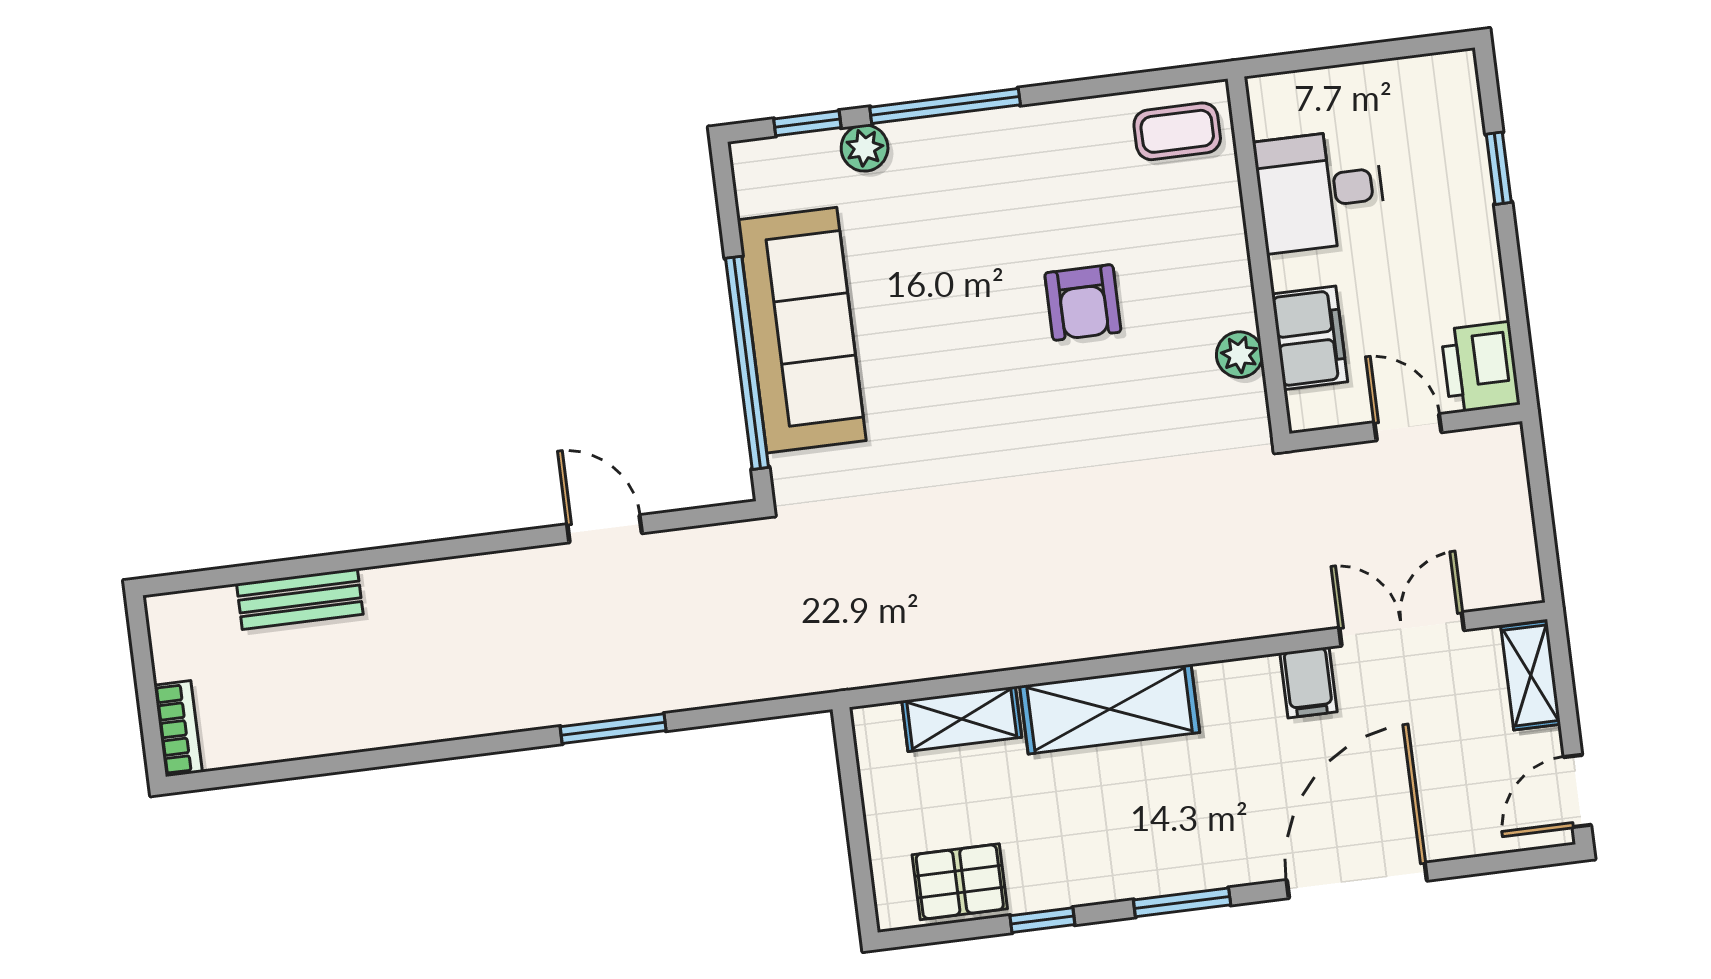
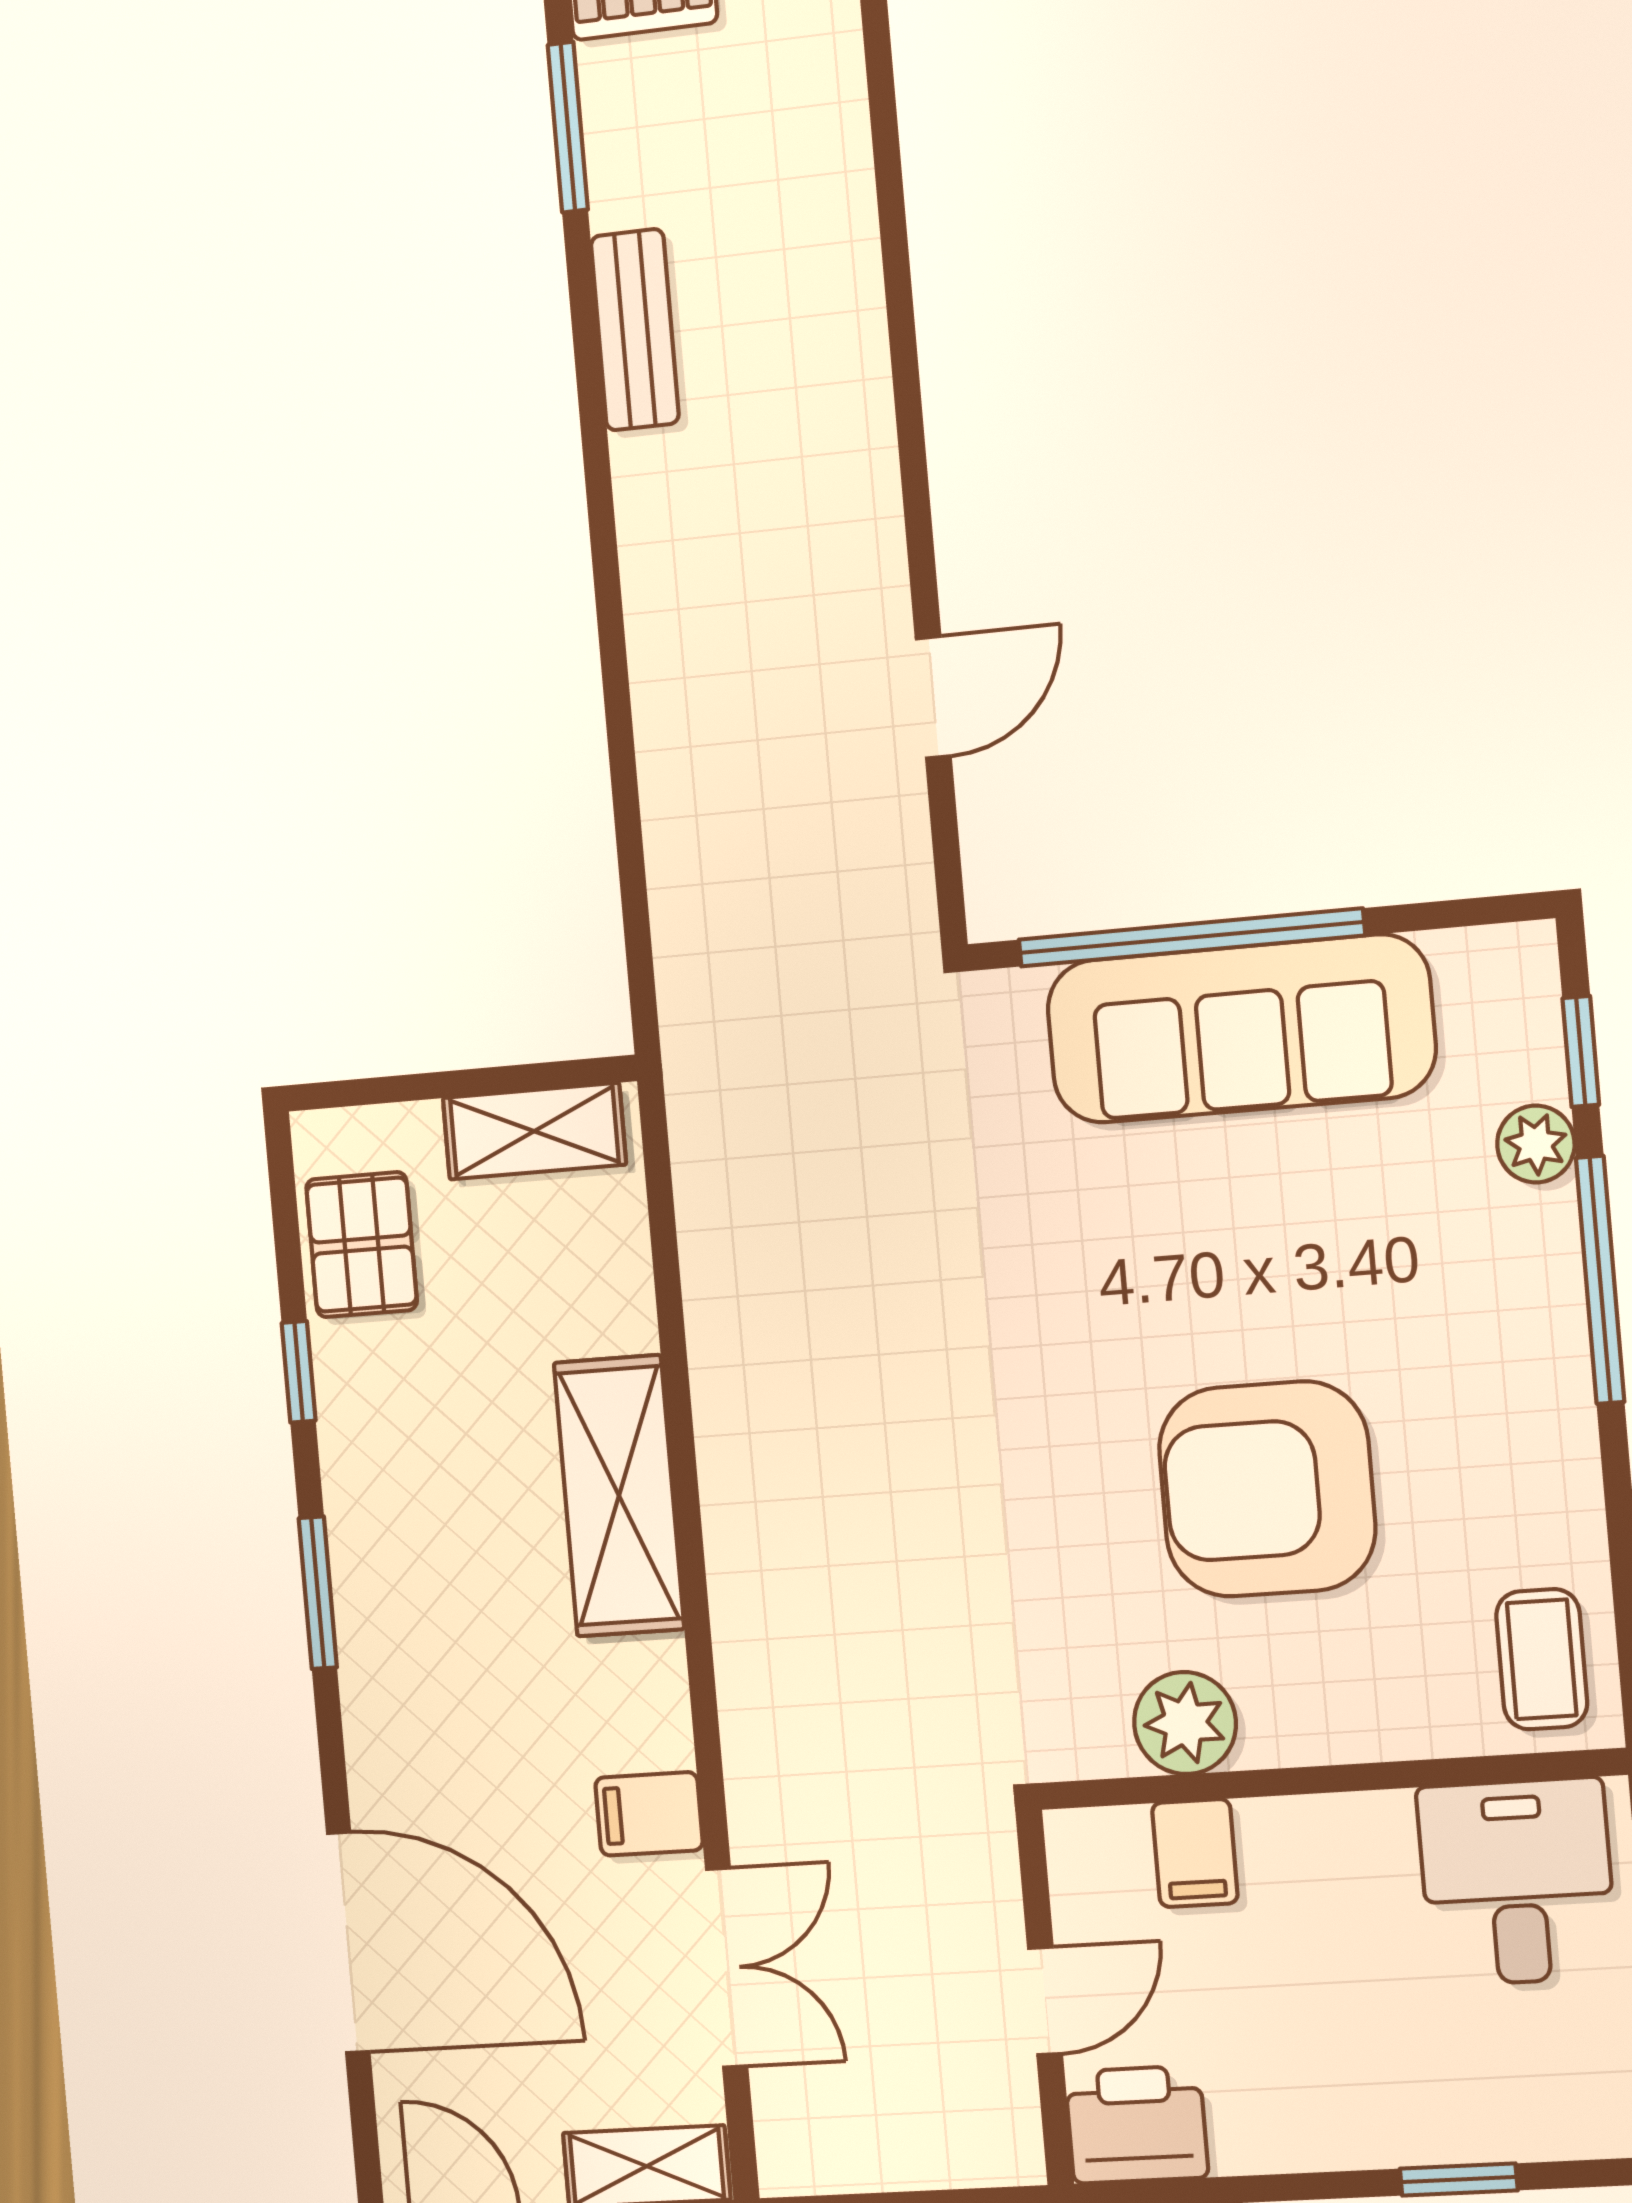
desk: (1320, 191) -> (1517, 1882), moved
armchair: (1083, 302) -> (1267, 1489), width x1.88, depth x1.88
filing cabinet: (1310, 338) -> (1195, 1853), width x0.50
plant: (1239, 355) -> (1185, 1723), width x1.38, depth x1.38
bench: (300, 599) -> (635, 330), moved
shelving: (962, 719) -> (534, 1131), moved, turned 90
window: (613, 729) -> (568, 127), moved
door: (1357, 880) -> (348, 1942), moved

